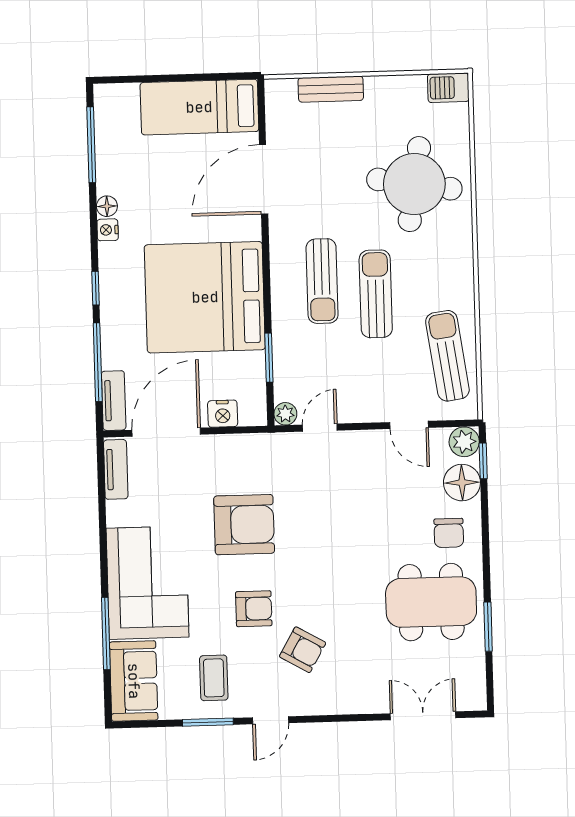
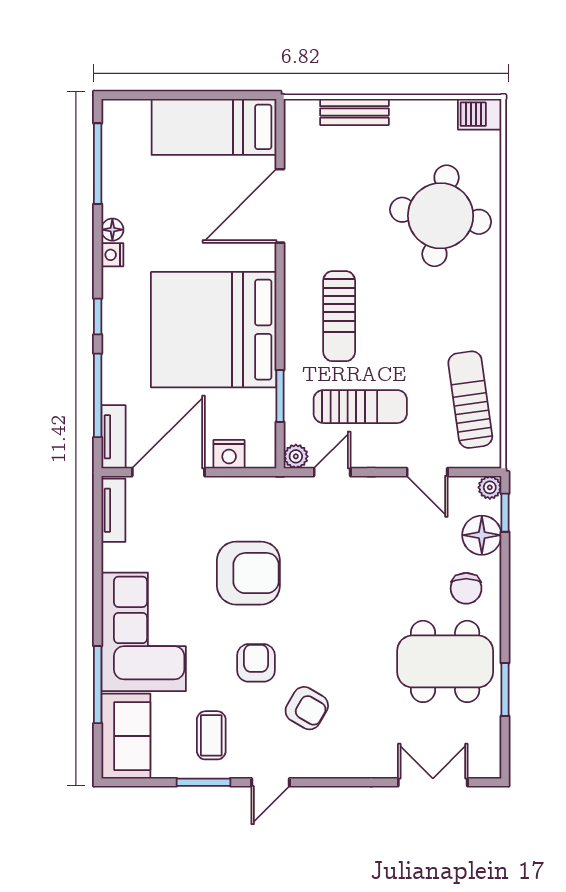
sun lounger: (376, 294) -> (360, 407), moved, turned 90
plant: (464, 442) -> (490, 487), width x0.73, depth x0.73
armchair: (254, 609) -> (256, 663), turned -90

